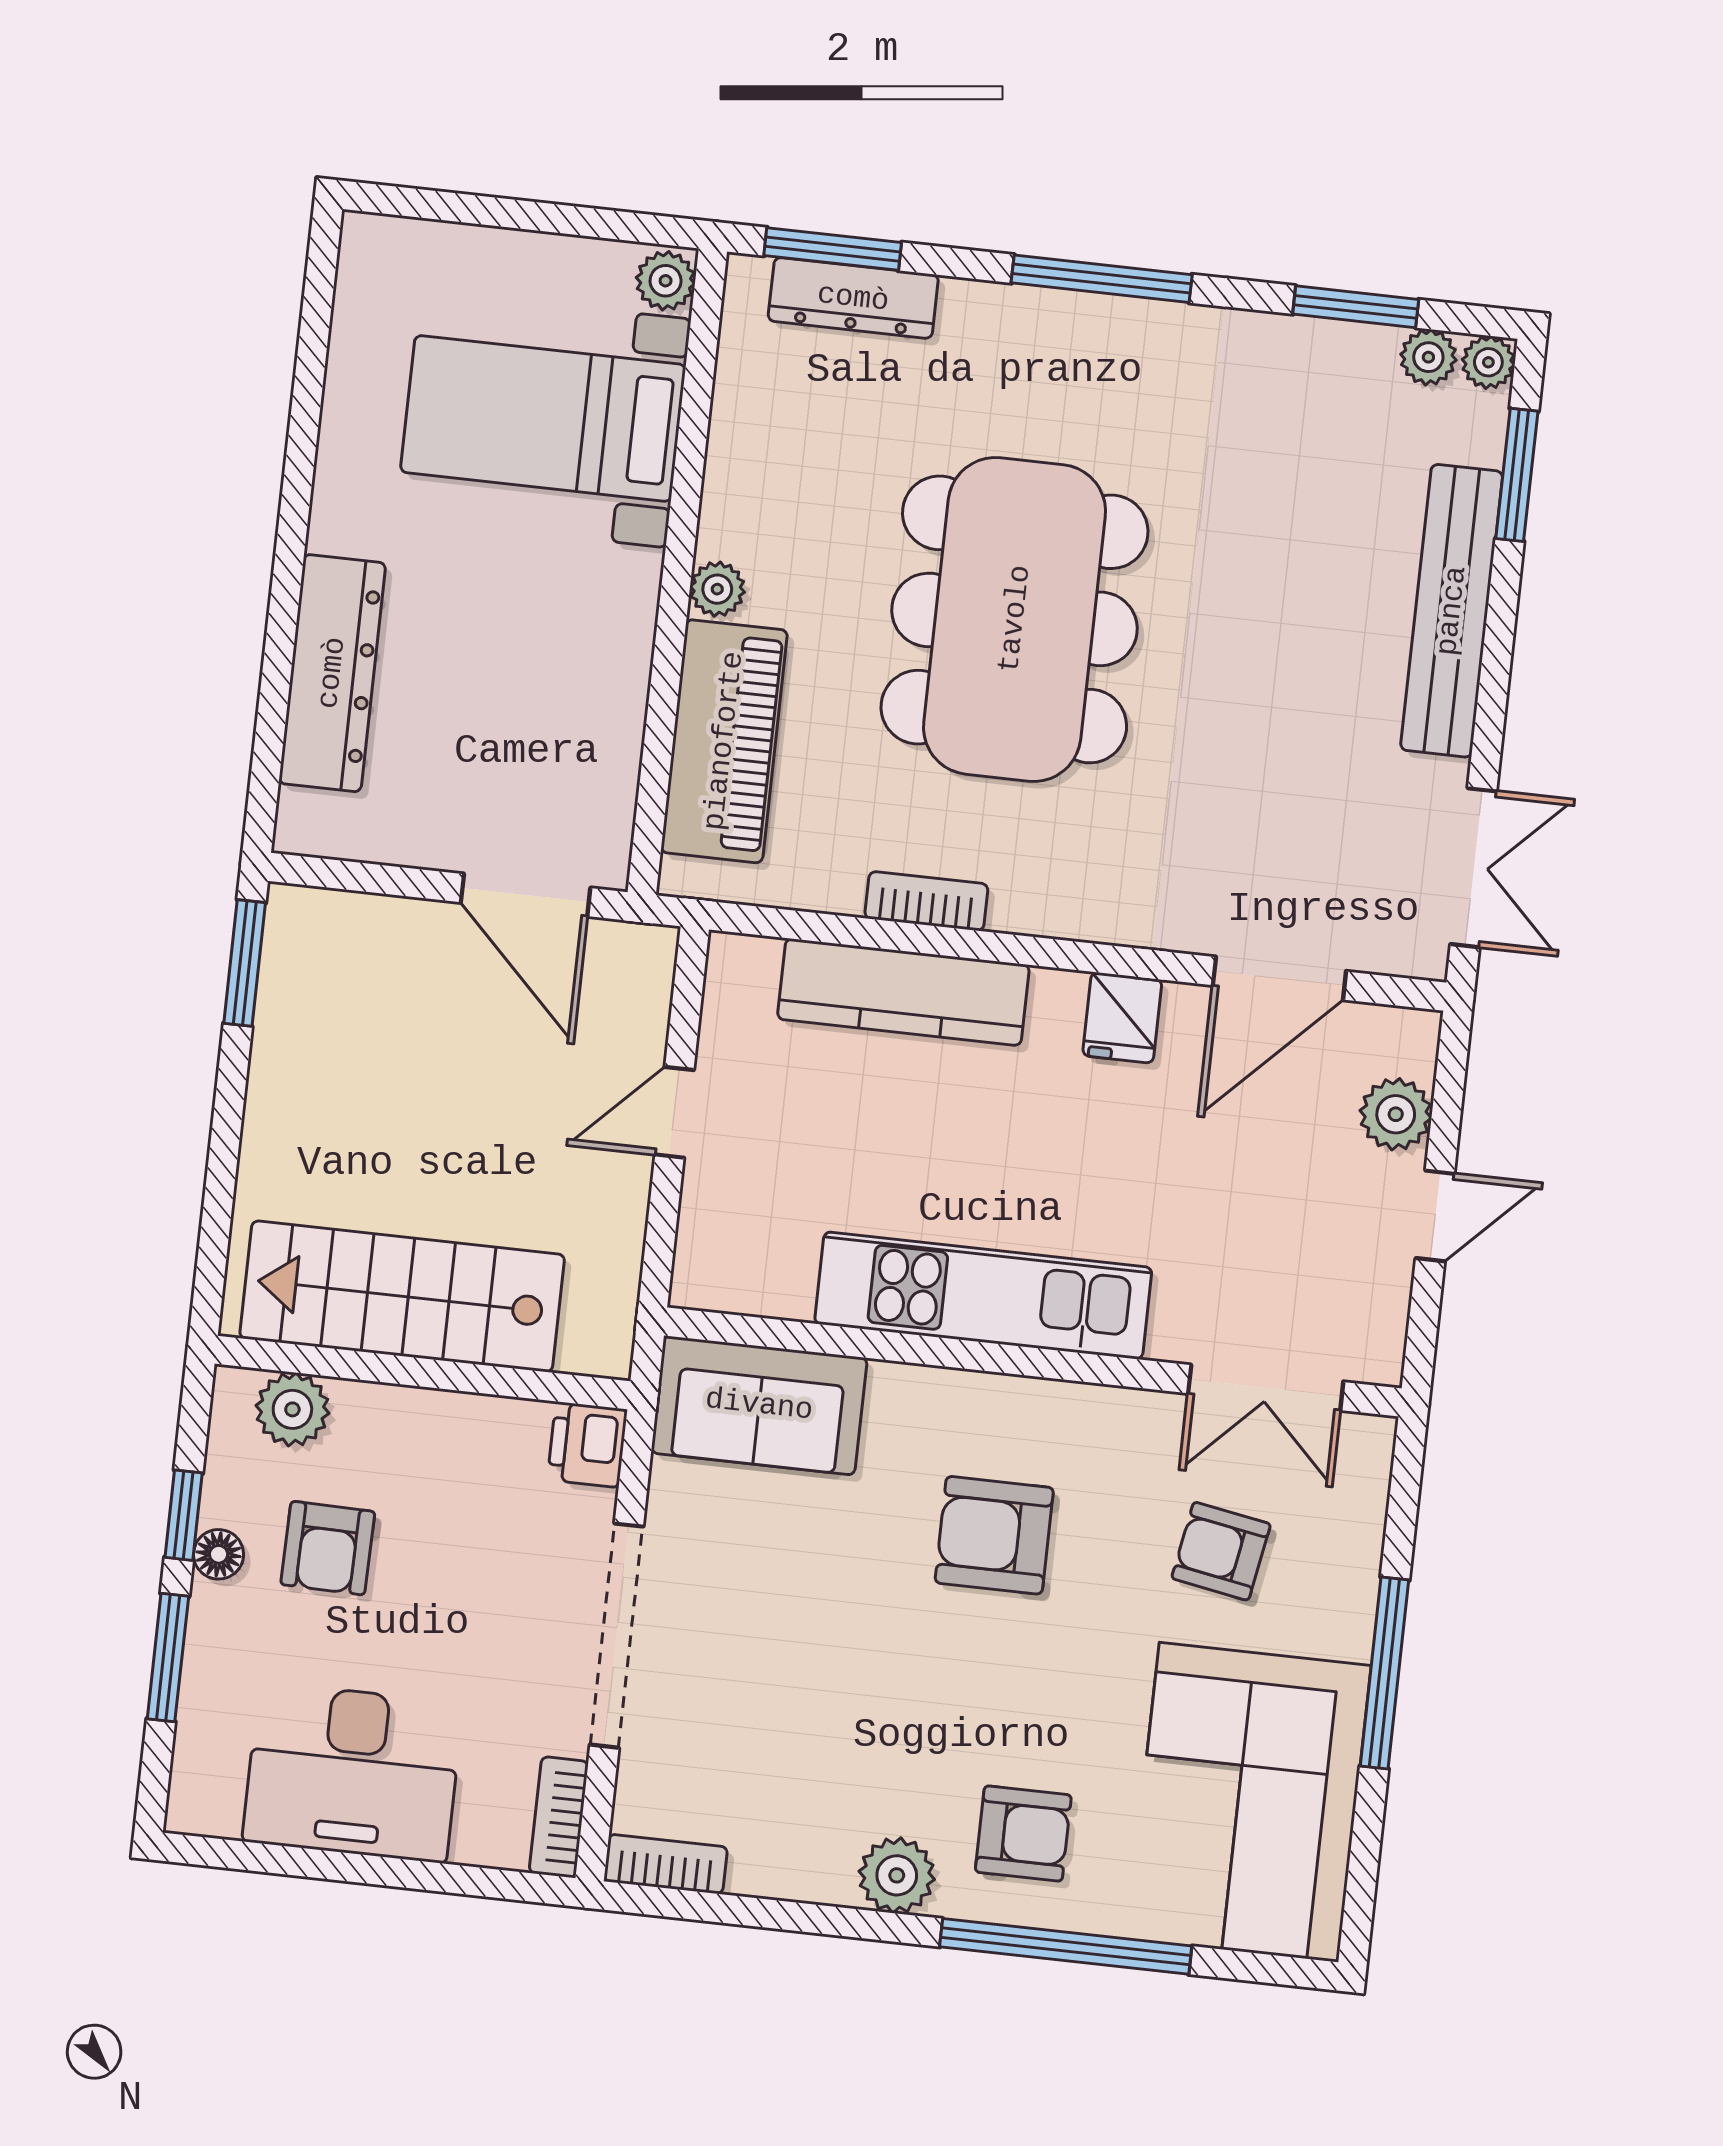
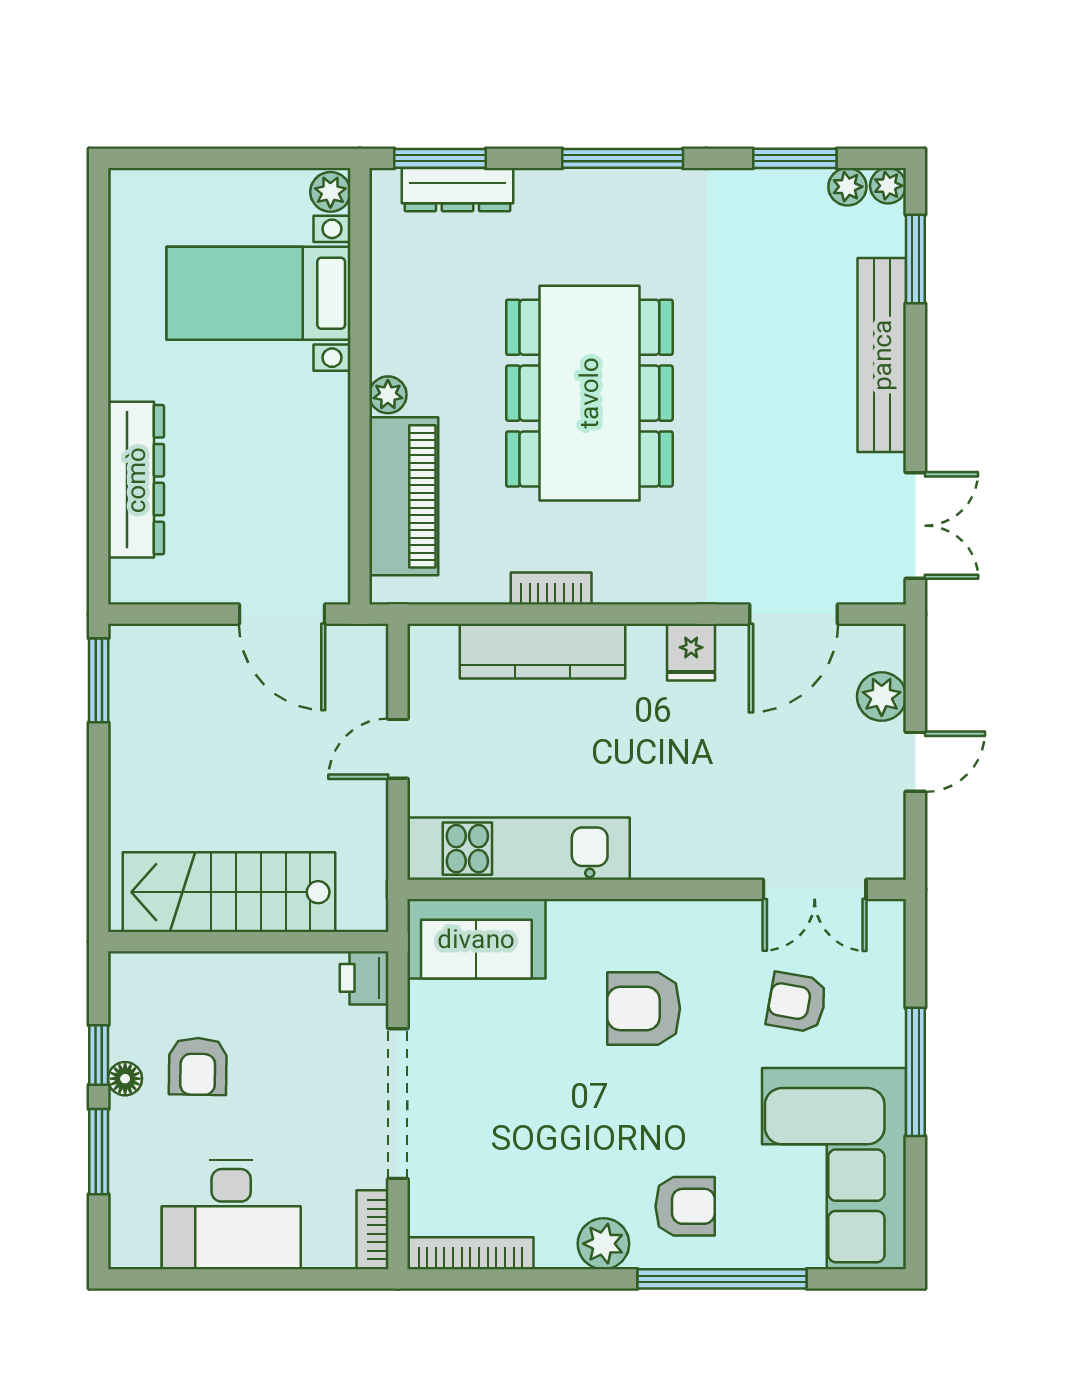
kitchen unit: (983, 1296) -> (519, 849), moved
plant: (292, 1409) -> (164, 976), removed
bookcase: (666, 1864) -> (470, 1253), width x1.56

